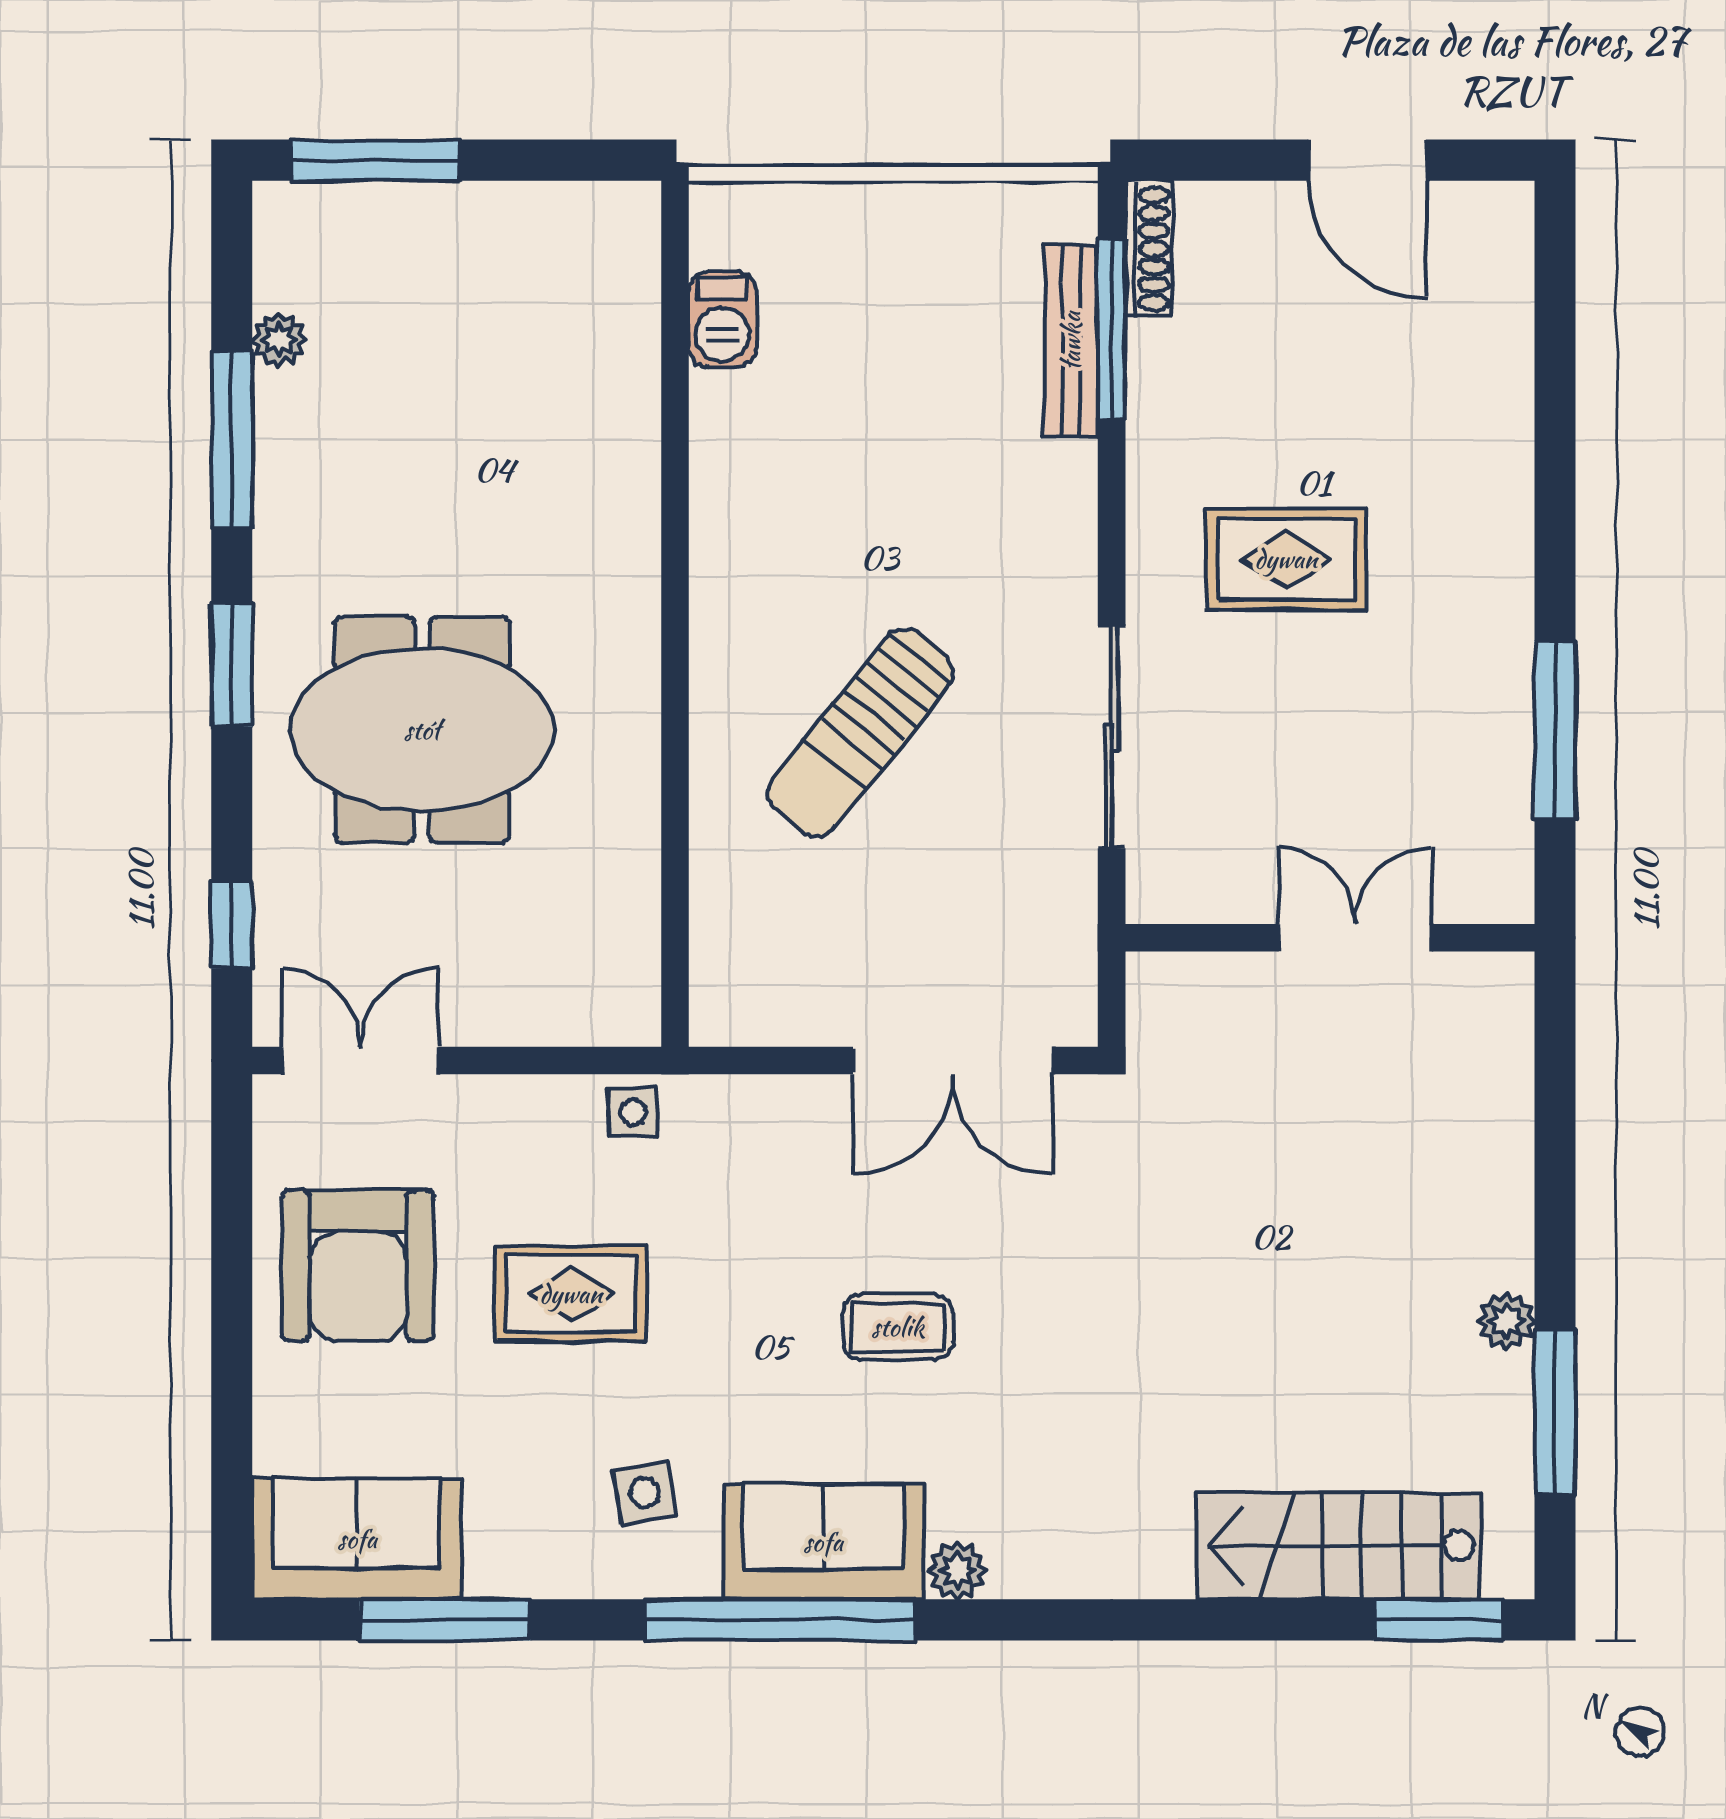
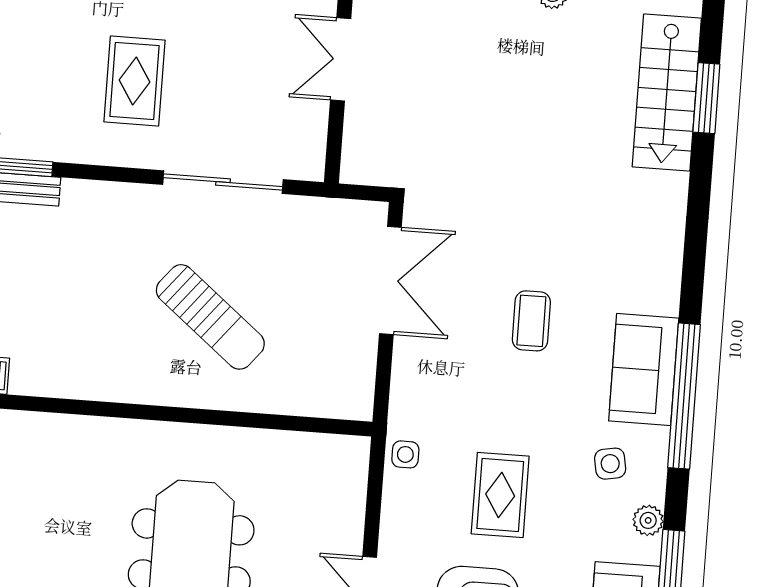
plant: (957, 1571) -> (648, 520), moved
window: (1439, 1620) -> (706, 98), moved

